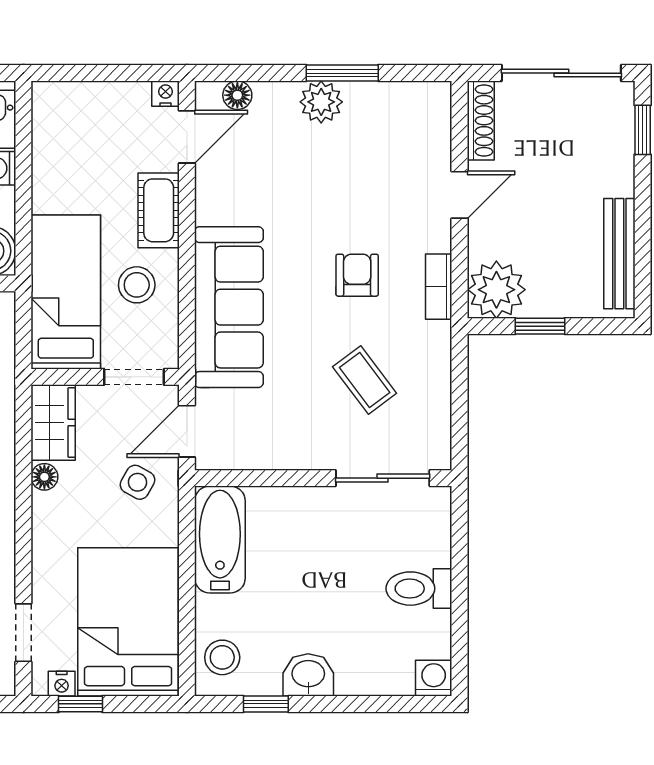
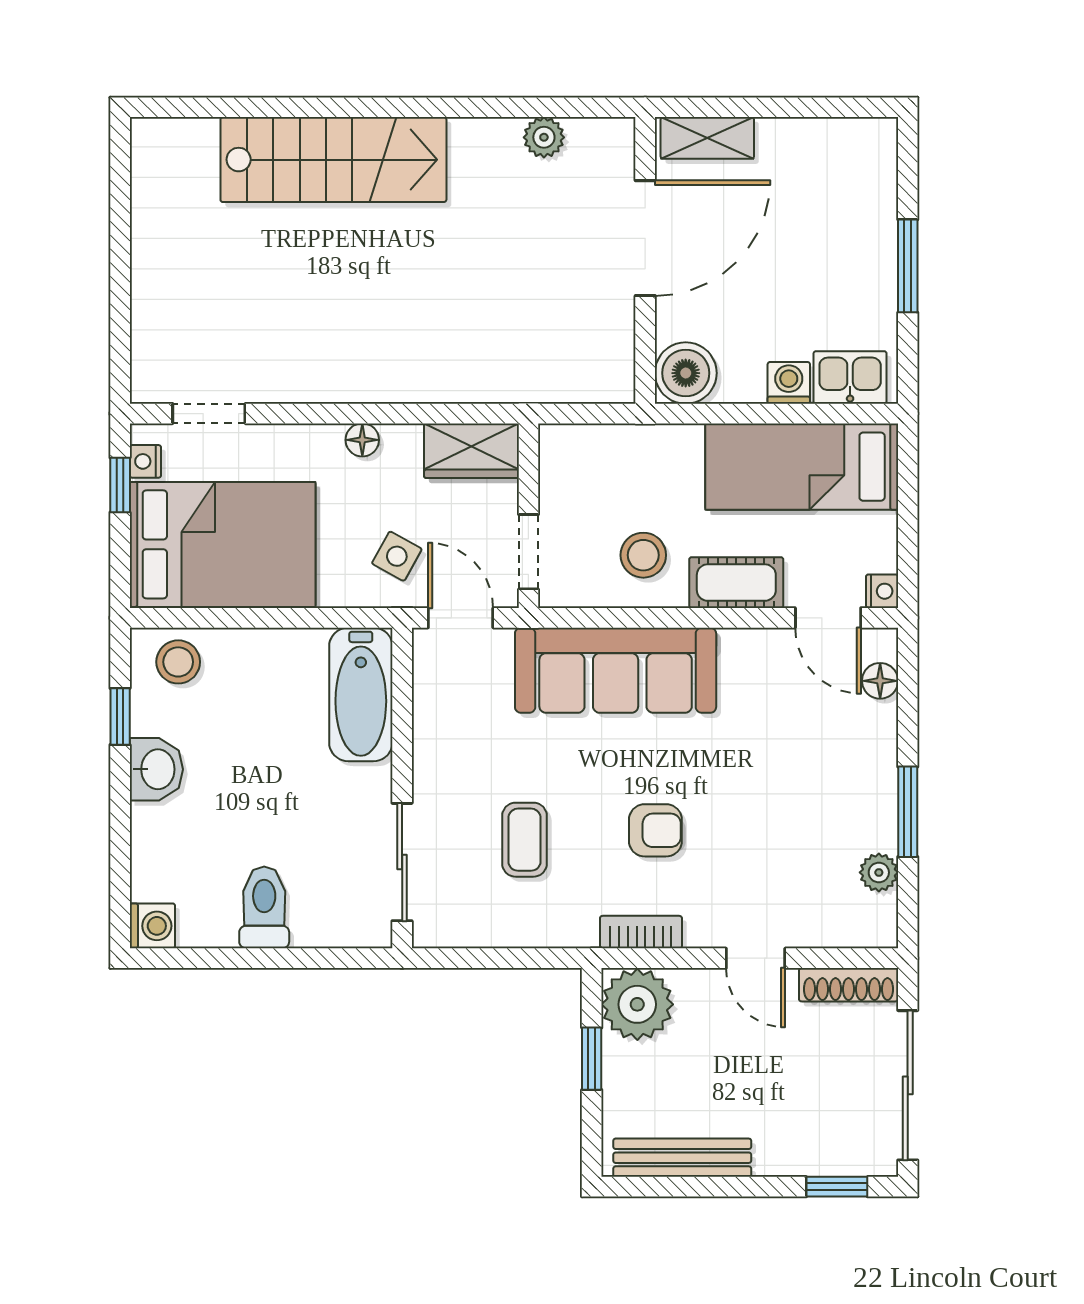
plant: (321, 102) -> (879, 872), moved, width x0.73, depth x0.73
bed: (66, 292) -> (802, 467), moved, turned 180
coffee table: (365, 380) -> (524, 840), turned -53
floor lamp: (44, 477) -> (362, 440), moved
bathtub: (220, 539) -> (361, 694), moved, turned 90

